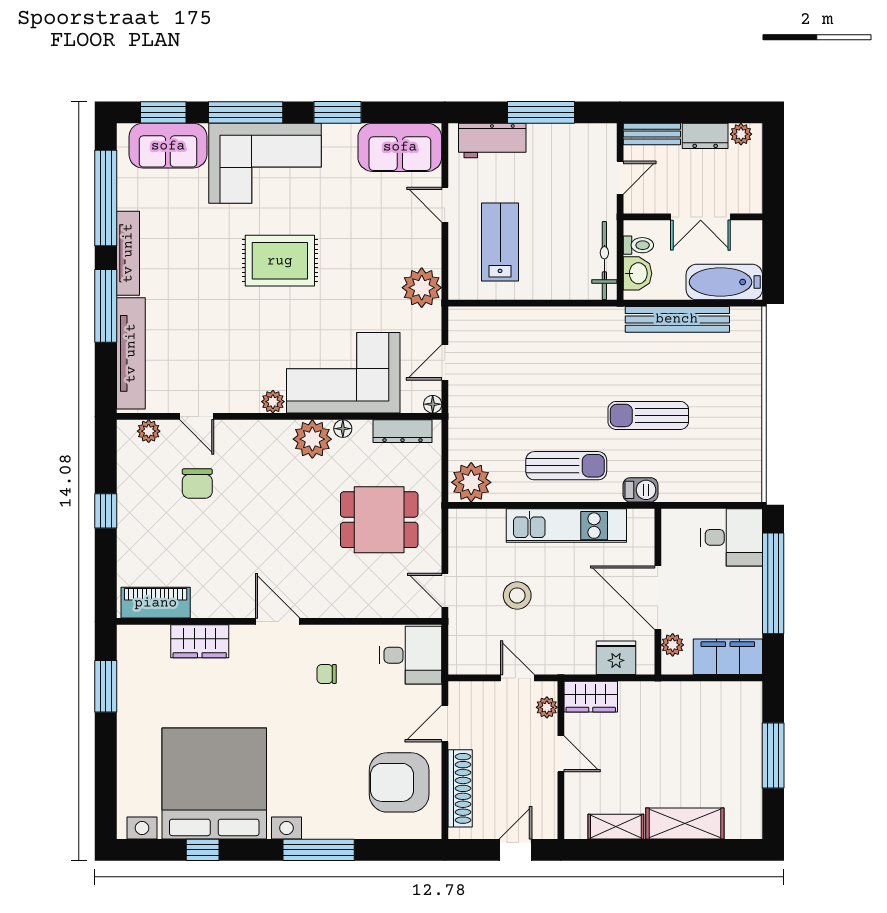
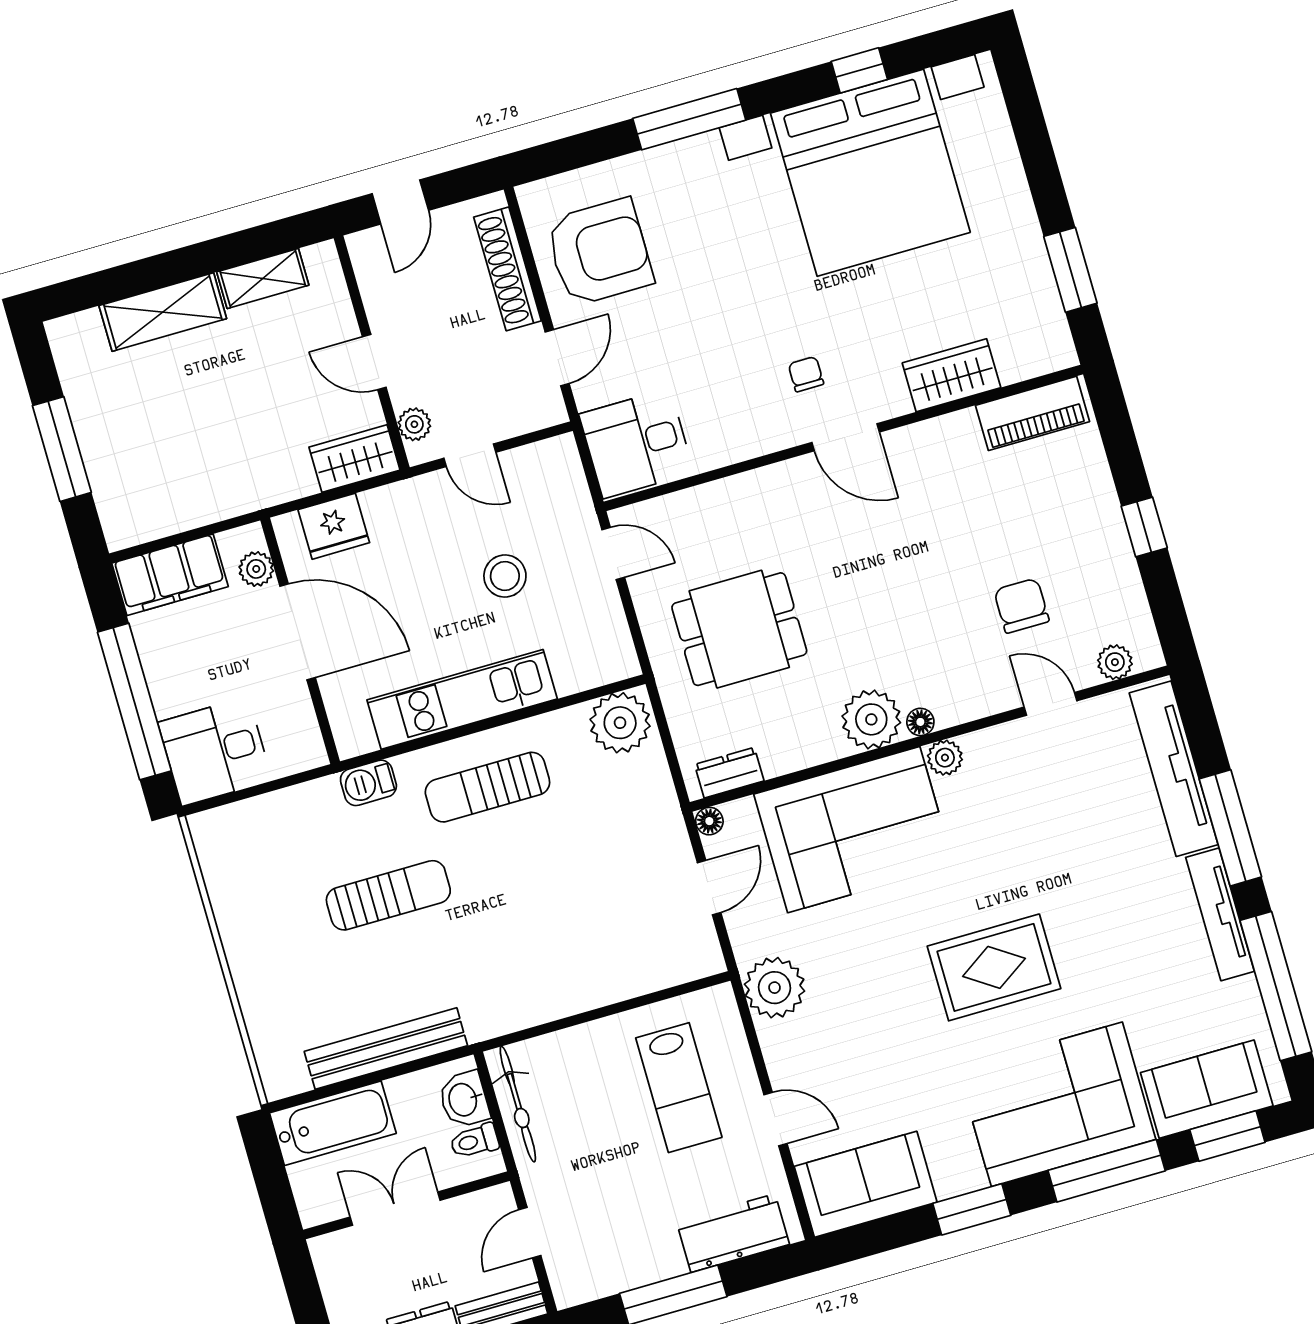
floor lamp: (343, 429) -> (920, 722), moved
dresser: (402, 431) -> (729, 773), width x0.70
chair: (327, 674) -> (806, 374), moved, turned -90

